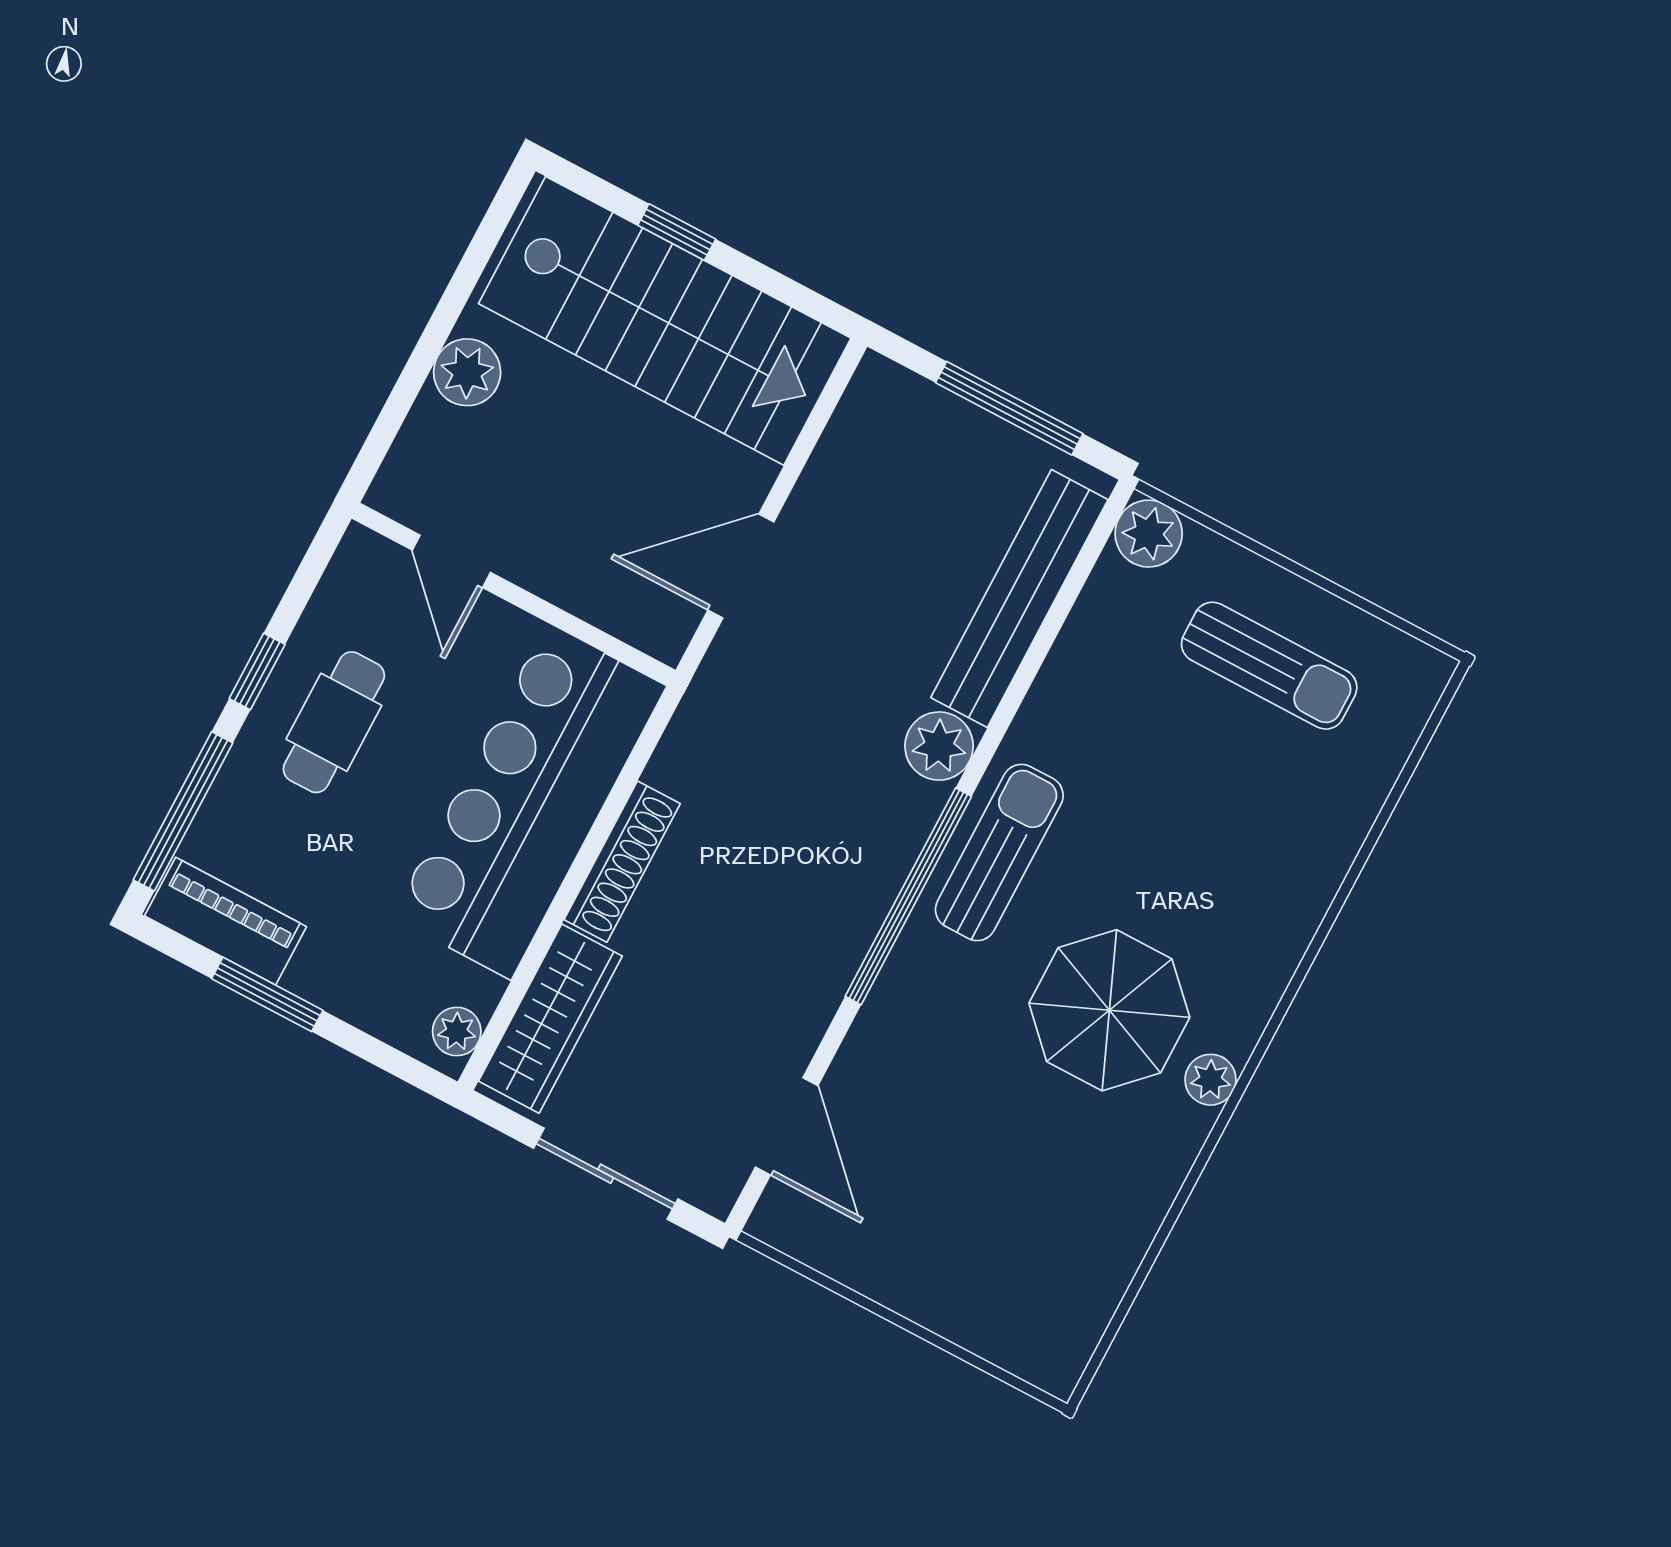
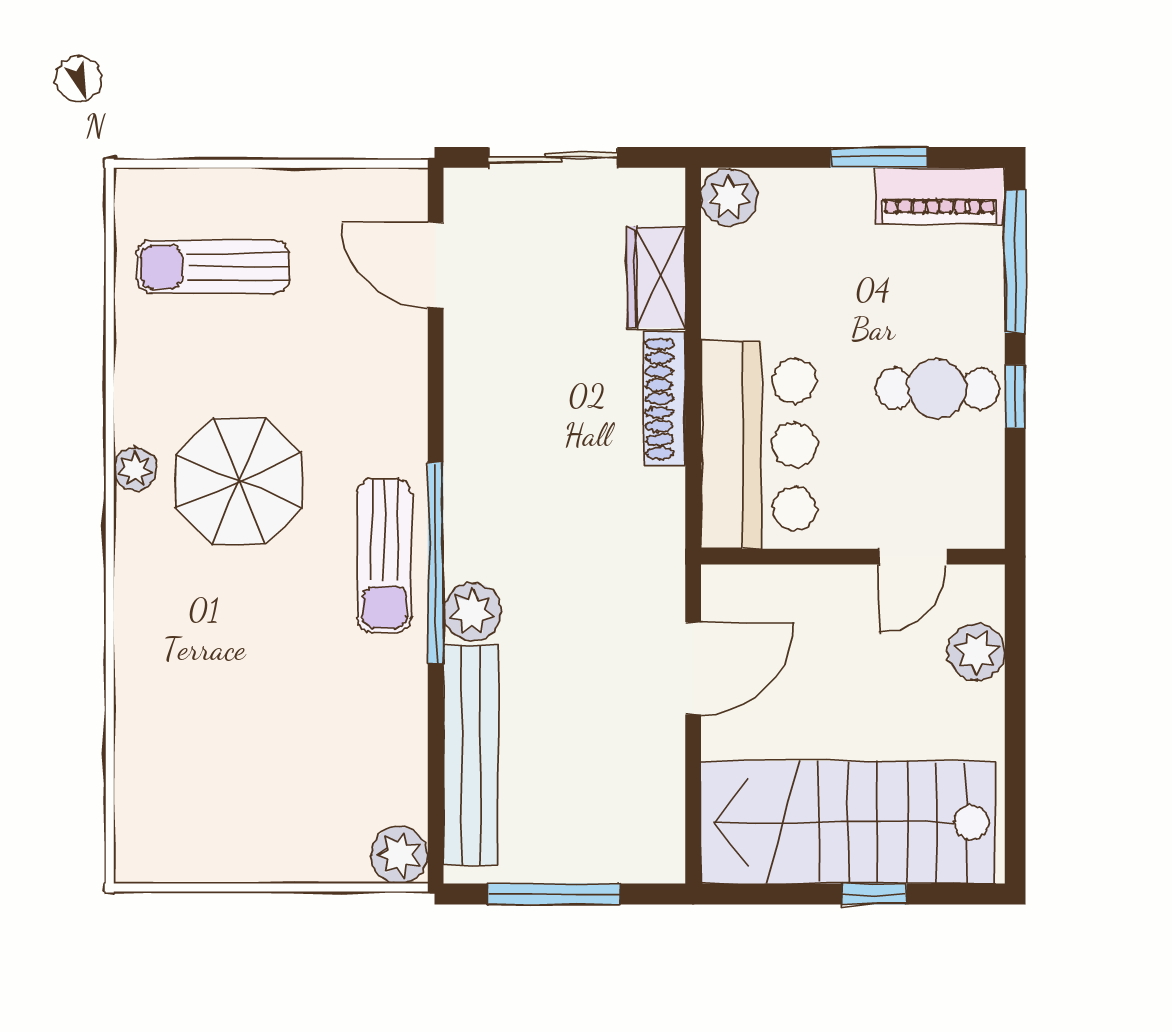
plant: (467, 372) -> (976, 652), moved
door: (451, 561) -> (913, 557), swing flipped
sun lounger: (1269, 666) -> (212, 267), moved
cafe table: (334, 722) -> (937, 389), turned 90
bar counter: (529, 801) -> (759, 445), width x0.73
window: (908, 896) -> (436, 563), moved
wardrobe: (550, 1019) -> (656, 277), width x0.67
plant: (457, 1032) -> (729, 197), width x1.38, depth x1.38

